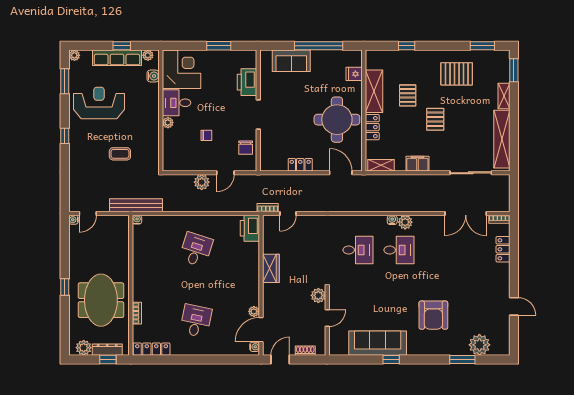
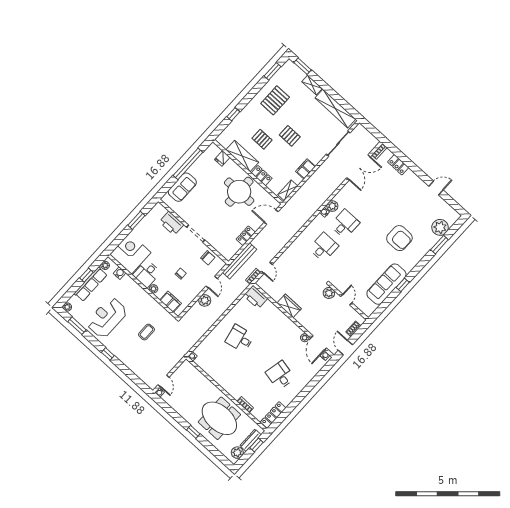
filing cabinet: (170, 150) -> (171, 302), added
bench: (136, 205) -> (240, 261), moved
desk: (196, 250) -> (240, 339), turned -30

